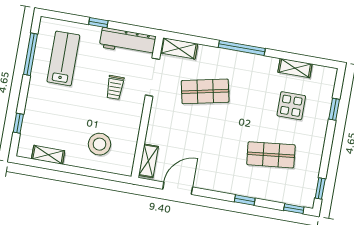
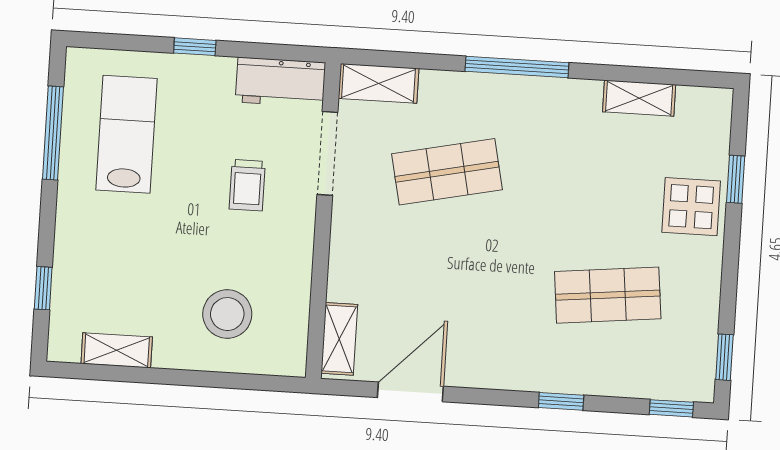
workbench: (128, 42) -> (280, 82), width x0.73
display table: (291, 106) -> (691, 207), moved

